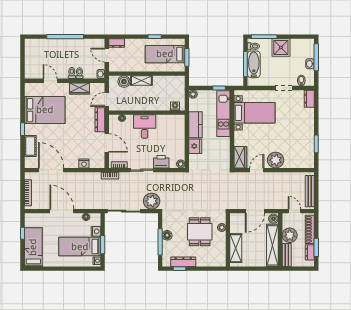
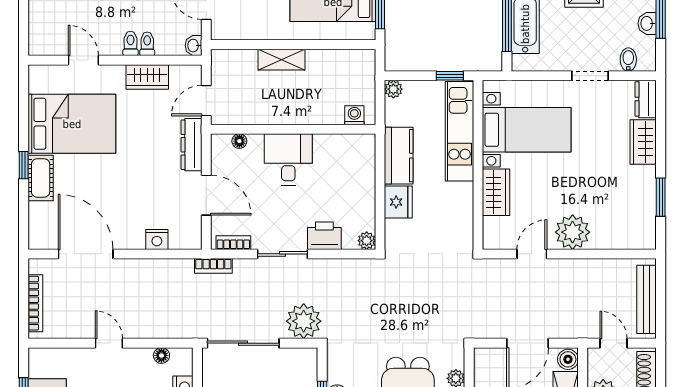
boiler: (124, 82) -> (244, 62), removed
wardrobe: (308, 118) -> (643, 142), added
cot: (30, 146) -> (41, 178), moved
wardrobe: (240, 157) -> (496, 192), moved
door: (62, 211) -> (109, 343), width x0.53

